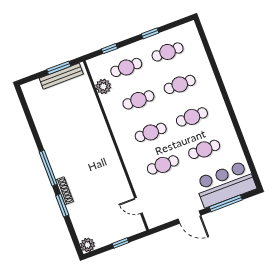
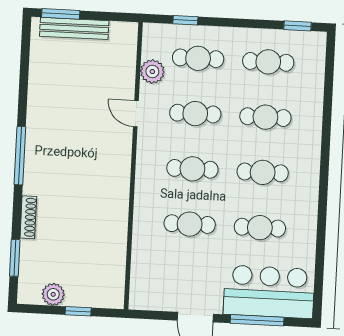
window: (150, 33) -> (298, 26), moved
window: (59, 68) -> (61, 14), moved
bench: (61, 76) -> (74, 28), moved
shoe rack: (64, 191) -> (28, 217), moved
window: (62, 205) -> (15, 258), moved
door: (138, 206) -> (136, 114), moved
plant: (88, 245) -> (53, 294), moved

